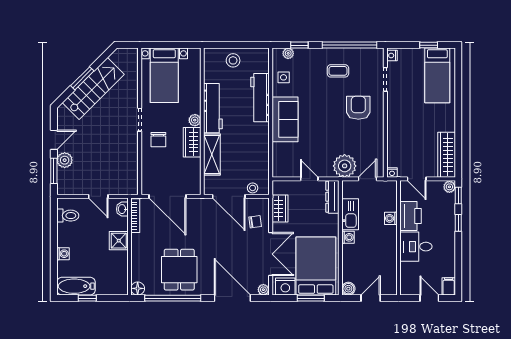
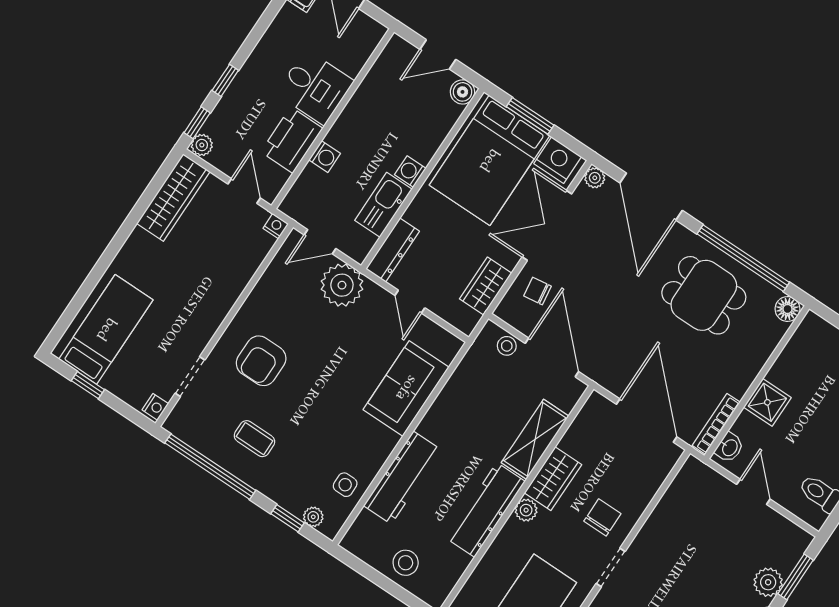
sofa: (285, 119) -> (406, 388), moved
dining table: (179, 270) -> (704, 295), turned 90

